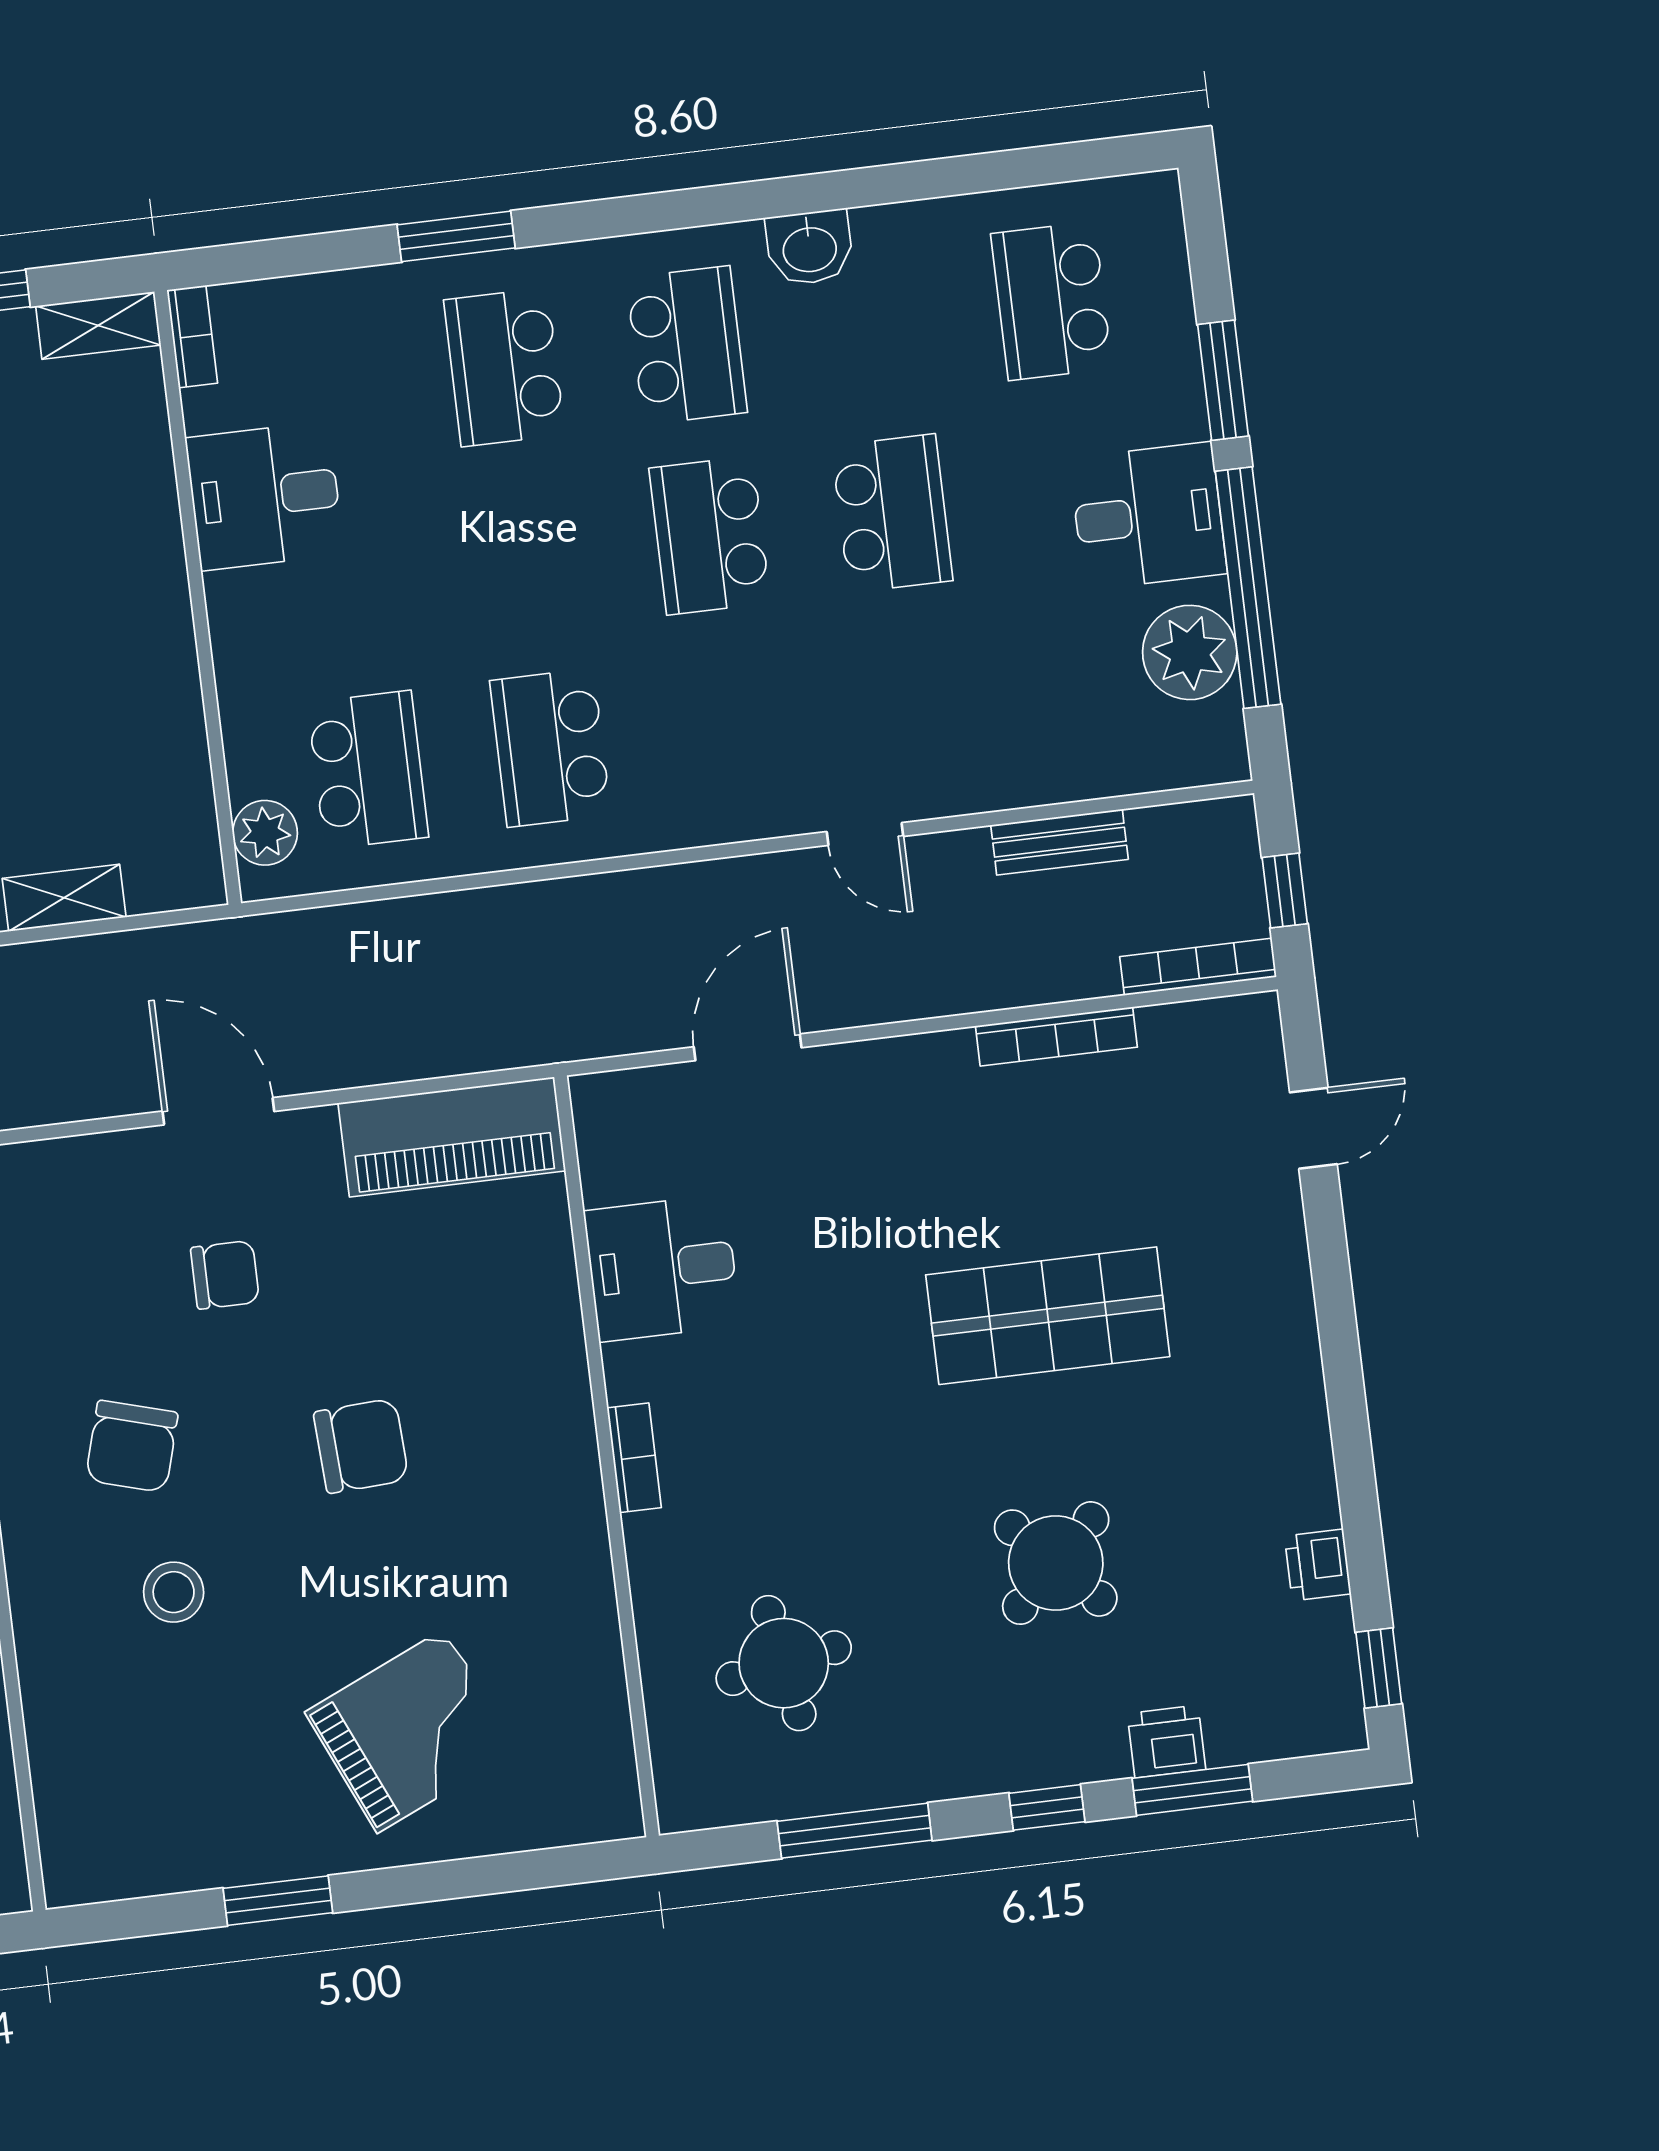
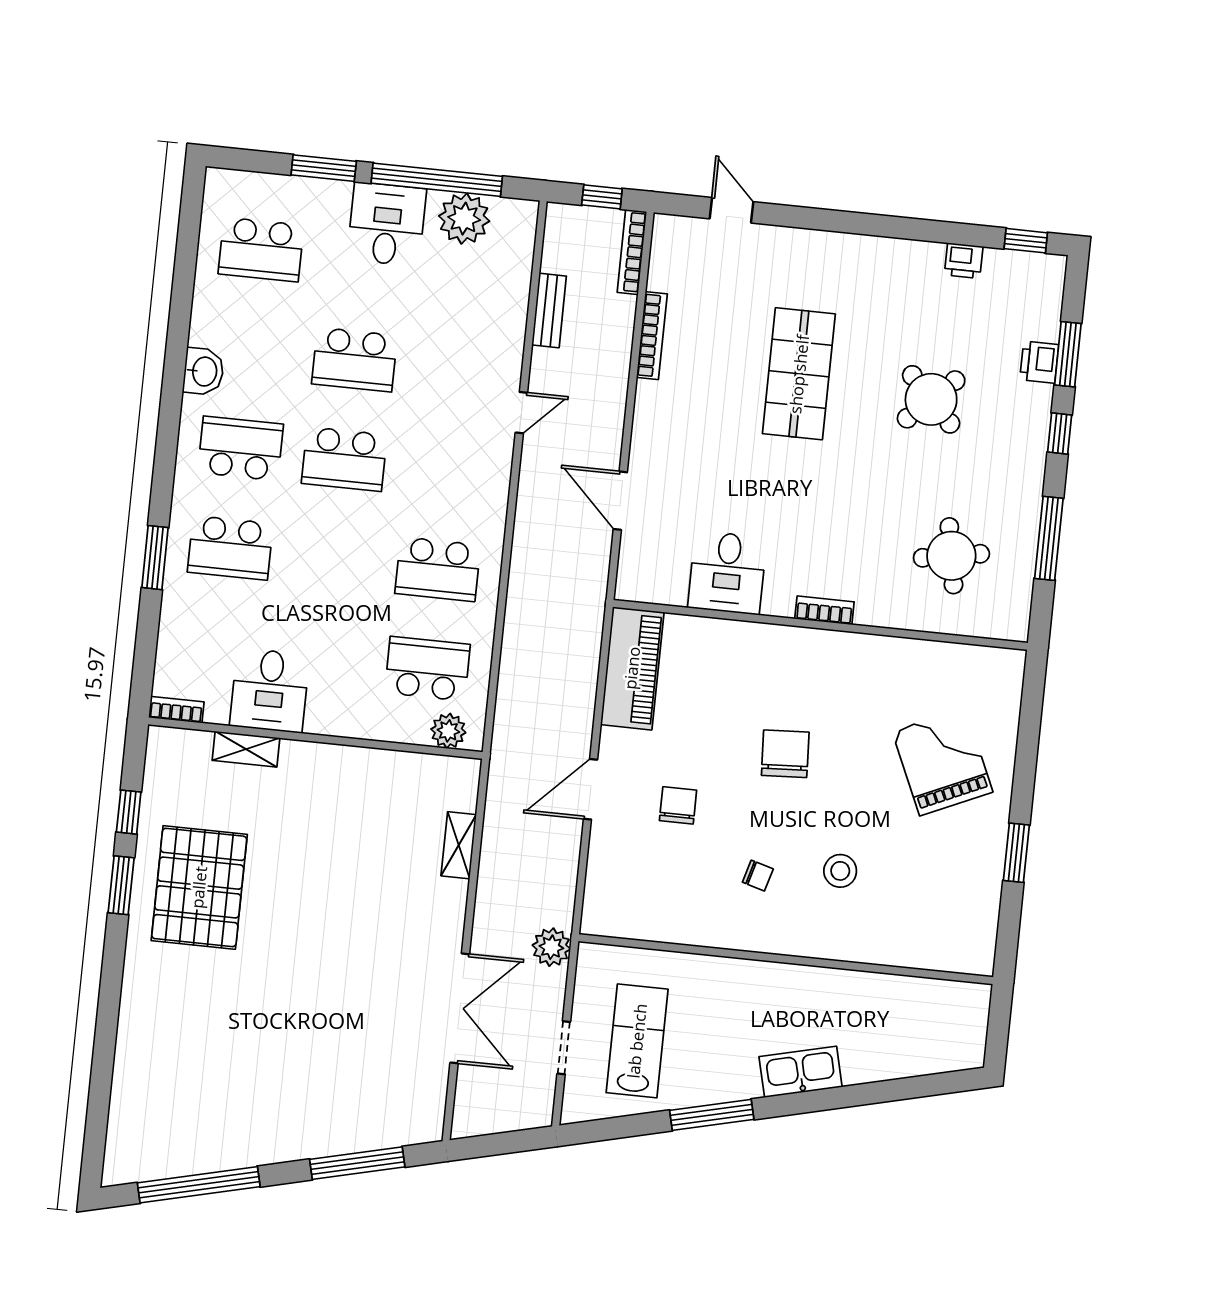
shelving: (98, 326) -> (246, 749), moved, turned 90
school desk: (892, 513) -> (354, 360), turned 180
chair: (132, 1446) -> (758, 876), width x0.54, depth x0.54

